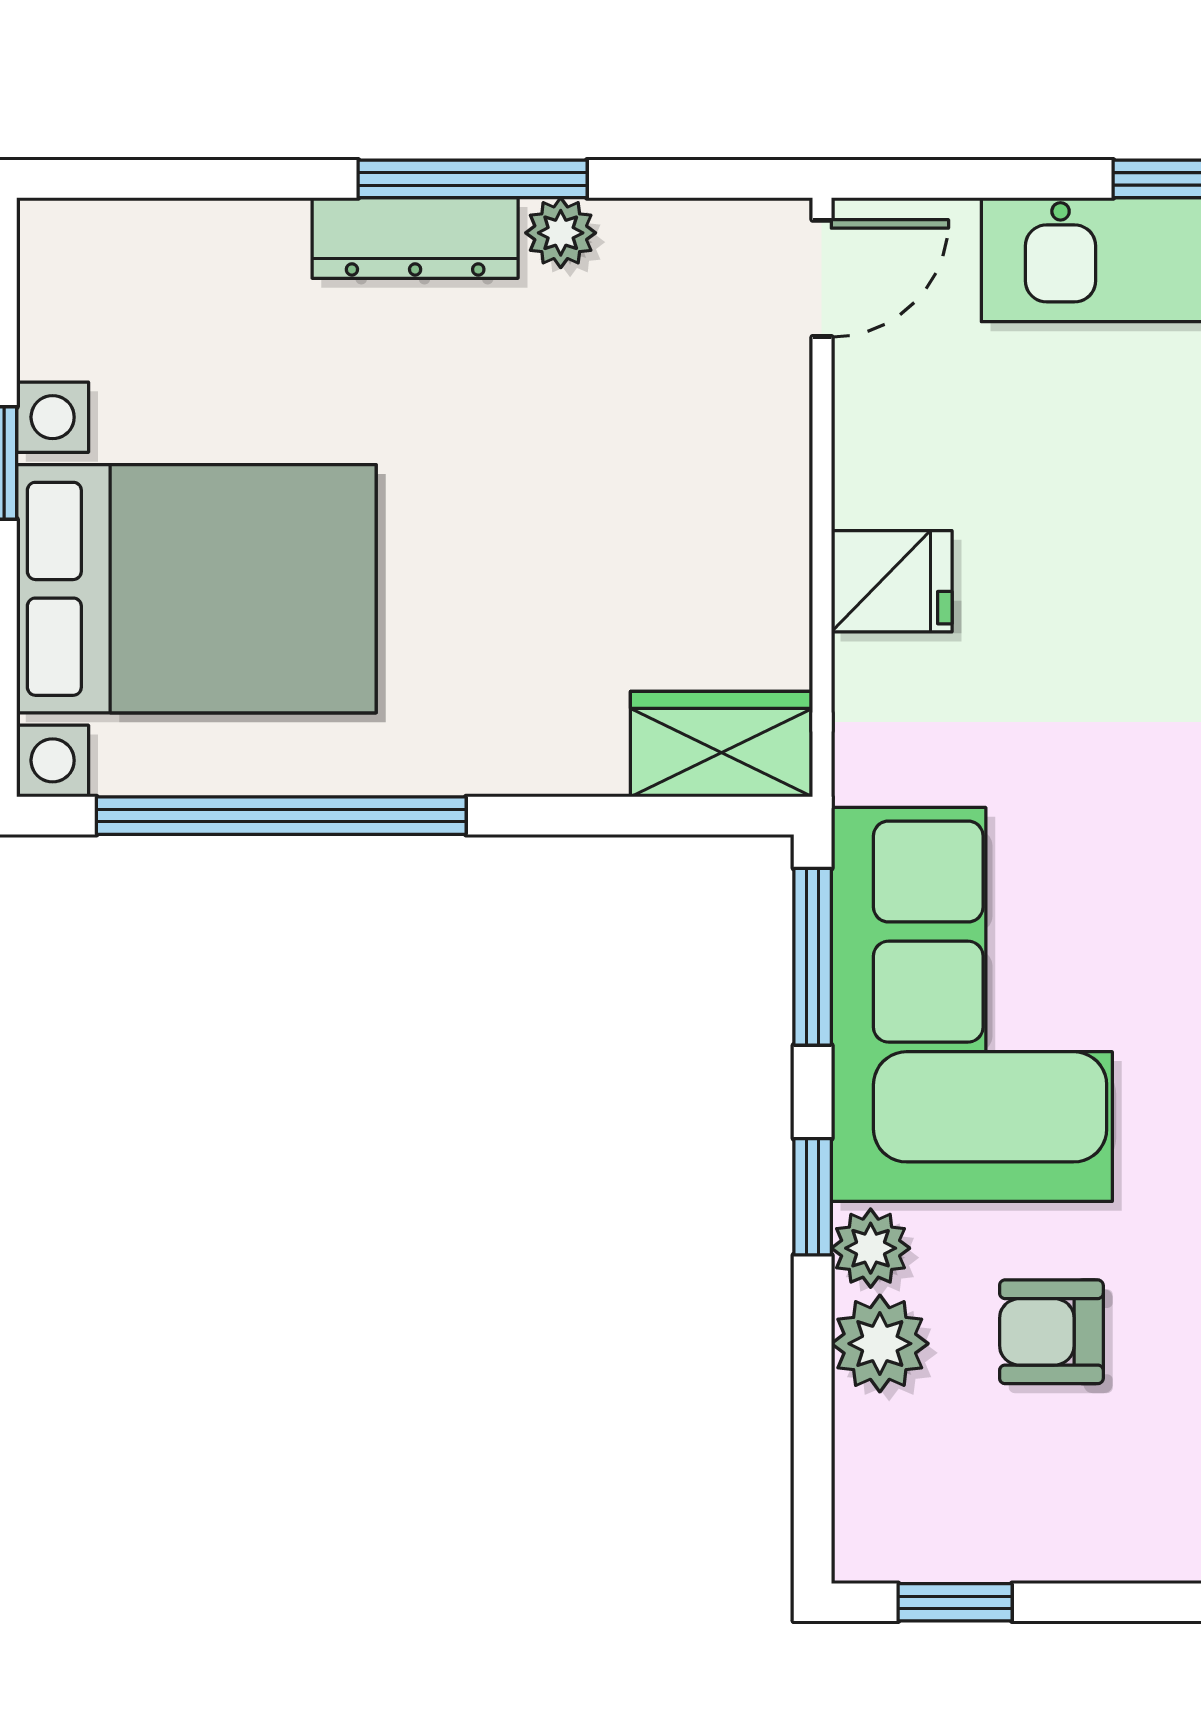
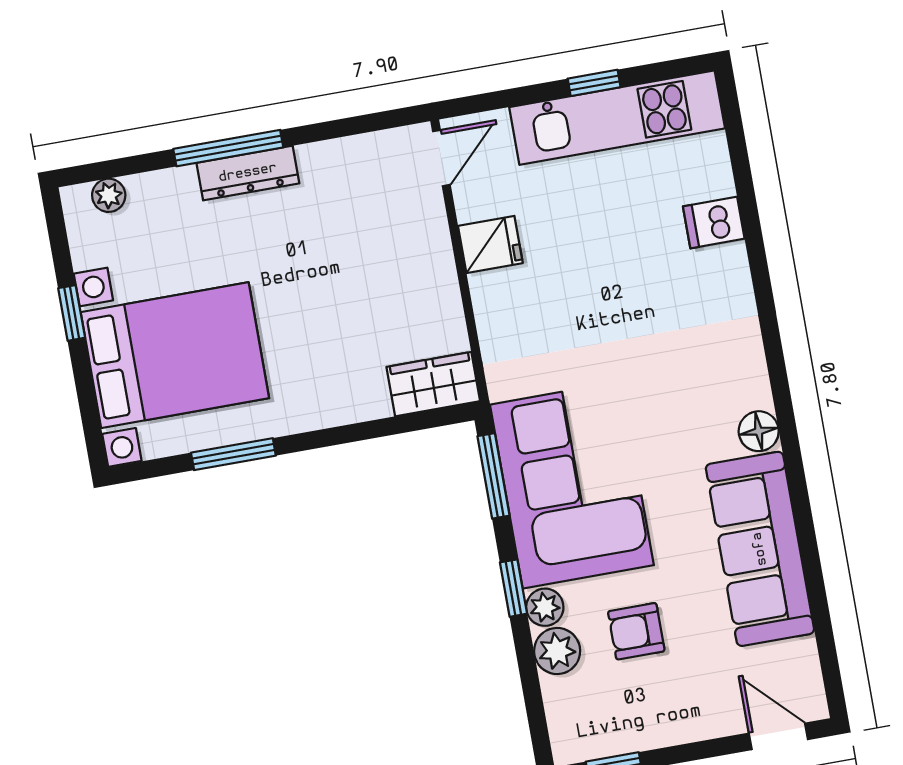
window: (473, 179) -> (228, 148), moved
plant: (561, 233) -> (109, 195), moved
fridge: (892, 581) -> (490, 245), moved
window: (281, 816) -> (233, 454), width x0.47

